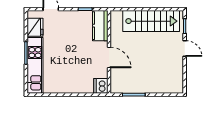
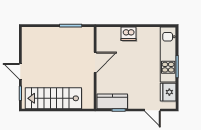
kitchen counter: (100, 26) -> (112, 101), moved, turned -90
door: (109, 57) -> (95, 62), swing flipped
dishwasher: (101, 86) -> (128, 34), moved, turned 90

